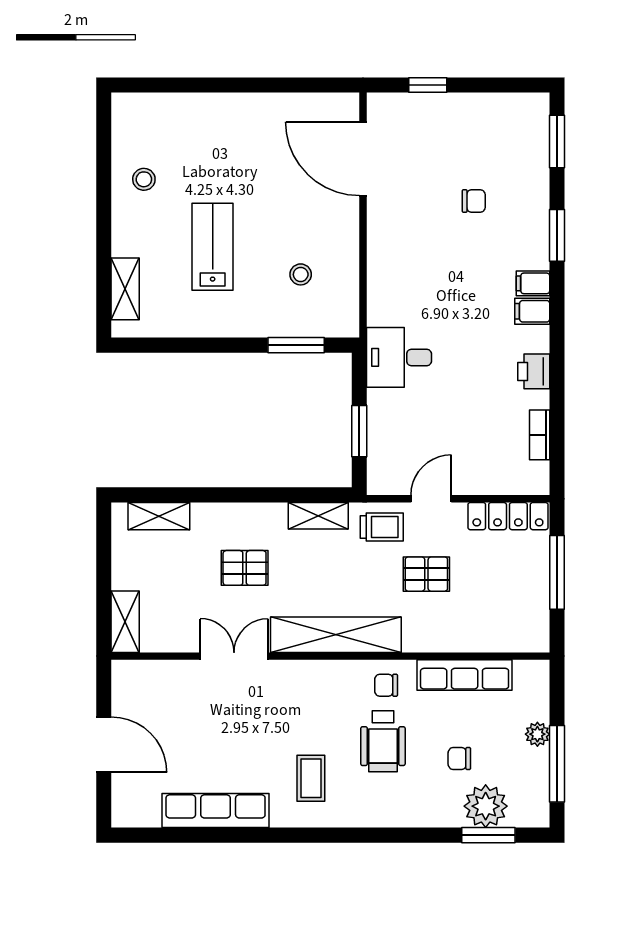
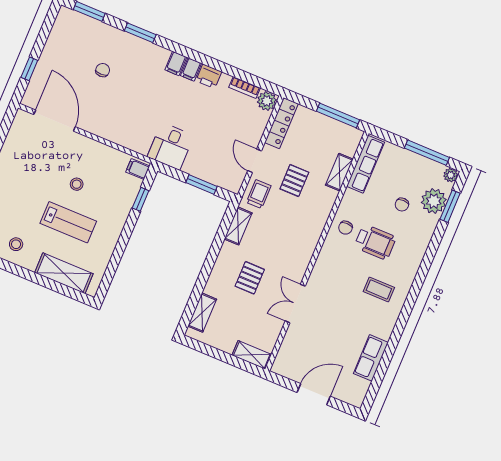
door: (363, 159) -> (55, 121), swing flipped
lab bench: (213, 247) -> (68, 222), turned 180
stool: (301, 274) -> (77, 184), moved
filing cabinet: (533, 283) -> (191, 69), moved
shelving: (125, 289) -> (64, 273), width x1.50, depth x1.33
filing cabinet: (342, 321) -> (138, 169), added
window: (296, 345) -> (141, 199), width x0.67
plant: (533, 479) -> (267, 101), added
window: (557, 572) -> (338, 116), moved
shelving: (336, 635) -> (339, 172), moved, width x0.45, depth x0.75
row of seats: (465, 675) -> (365, 164), moved
plant: (537, 734) -> (451, 175), moved
row of seats: (216, 810) -> (371, 358), width x0.68

